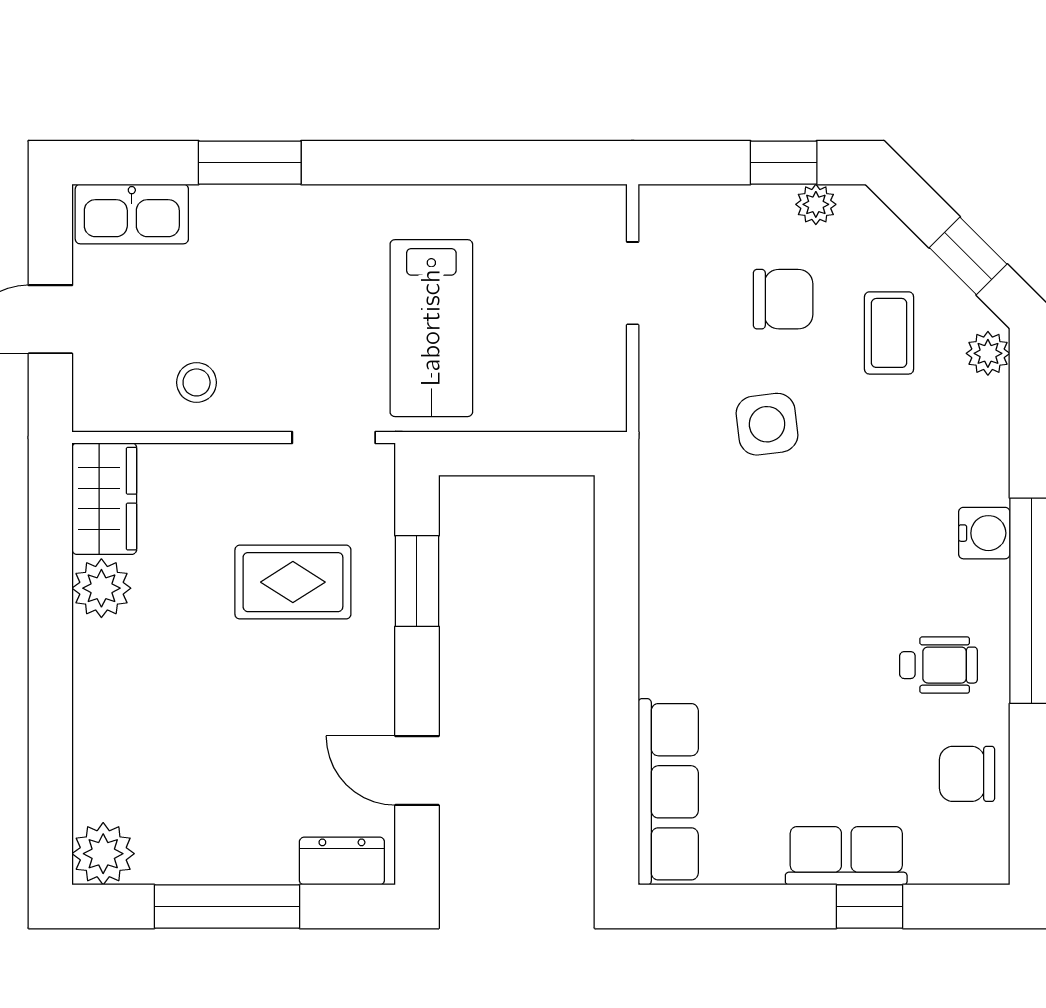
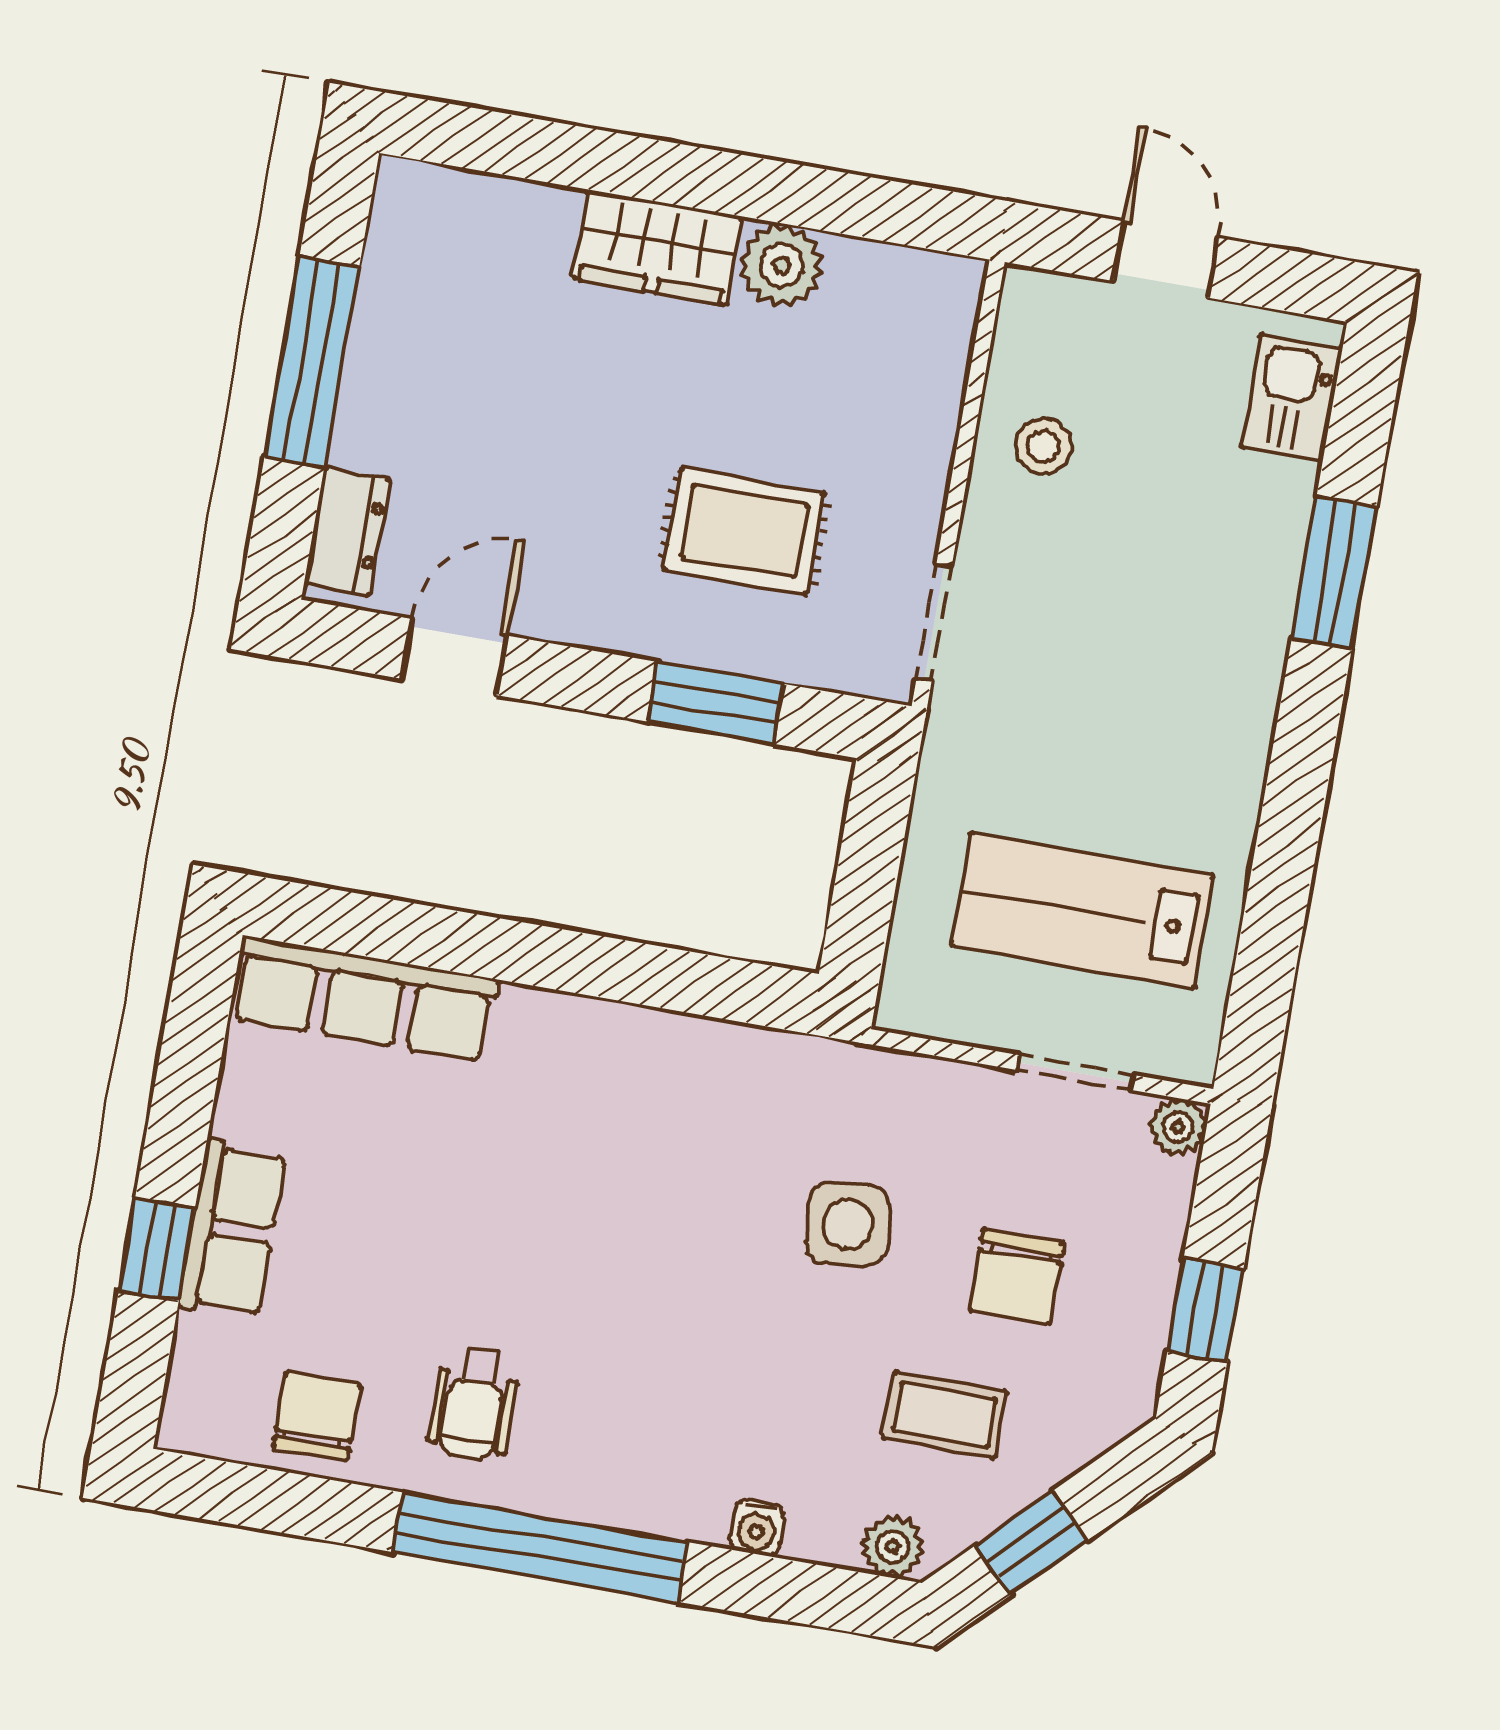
plant: (816, 204) -> (1178, 1127), moved
kitchen sink: (132, 214) -> (1292, 397), width x0.73
lab bench: (431, 328) -> (1082, 910), moved
wardrobe: (104, 499) -> (657, 247), moved
water cooler: (984, 533) -> (757, 1528), moved, width x0.72, depth x0.72
rug: (293, 582) -> (744, 531), turned 90
plant: (103, 854) -> (415, 204), removed

